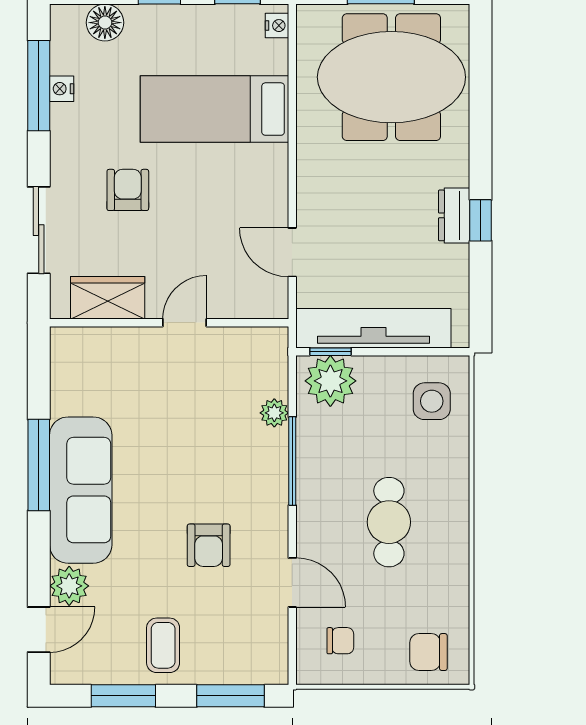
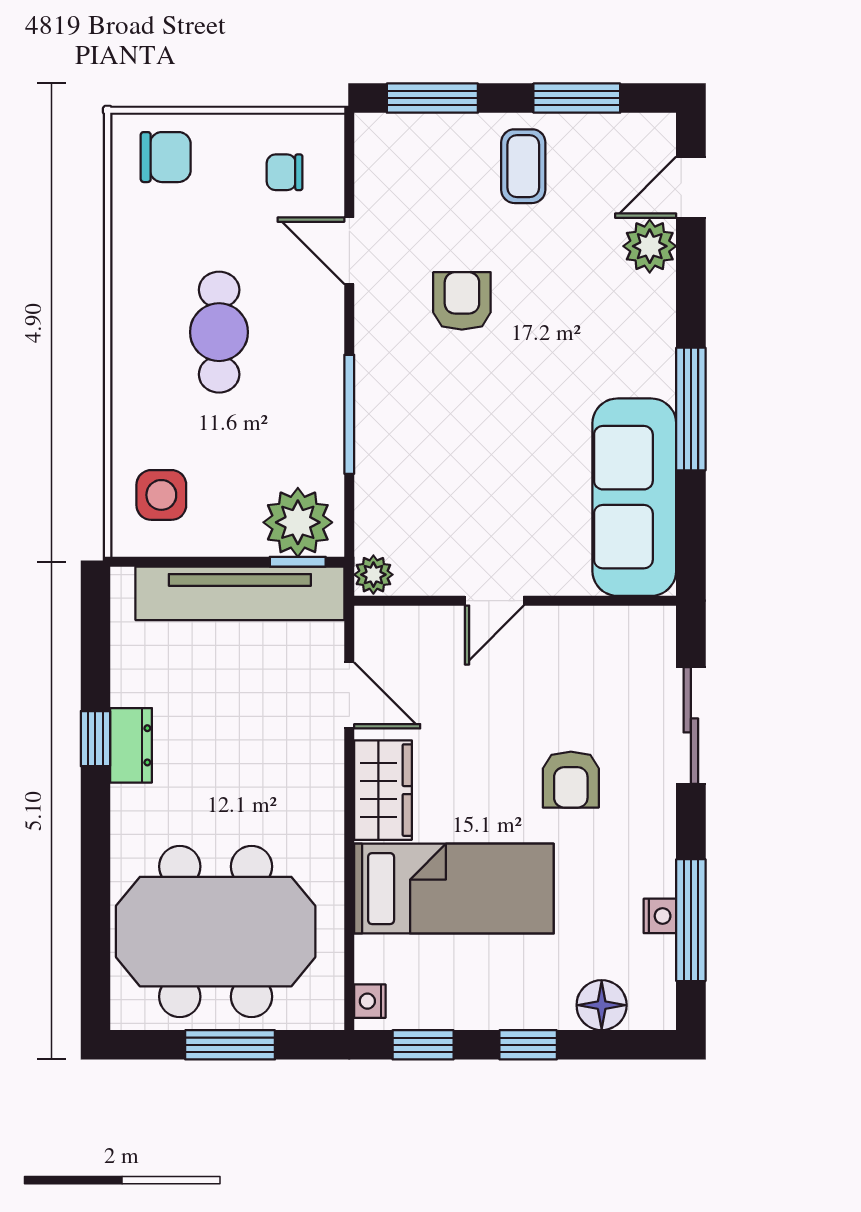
wardrobe: (108, 298) -> (383, 790), moved, turned -90
plant: (274, 413) -> (373, 575), moved
sofa: (81, 490) -> (634, 497), moved

